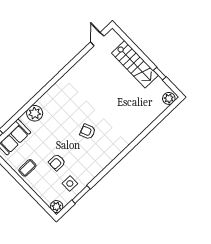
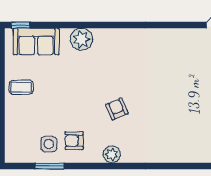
armchair: (57, 162) -> (74, 141), moved
plant: (57, 207) -> (112, 154), moved

